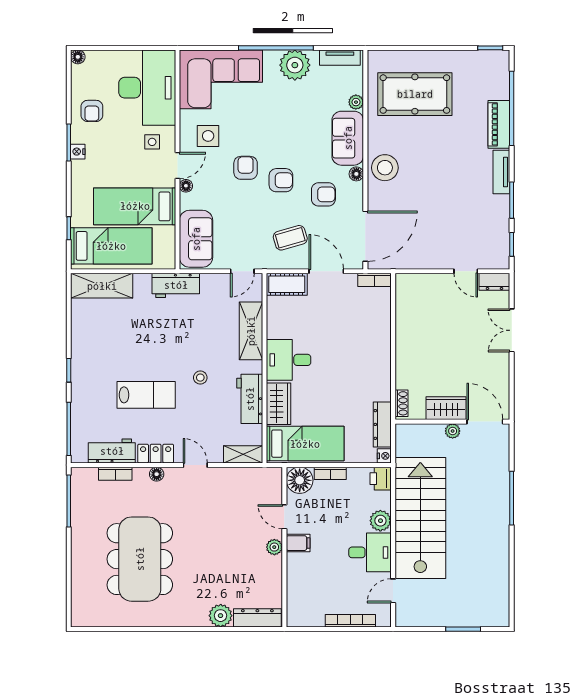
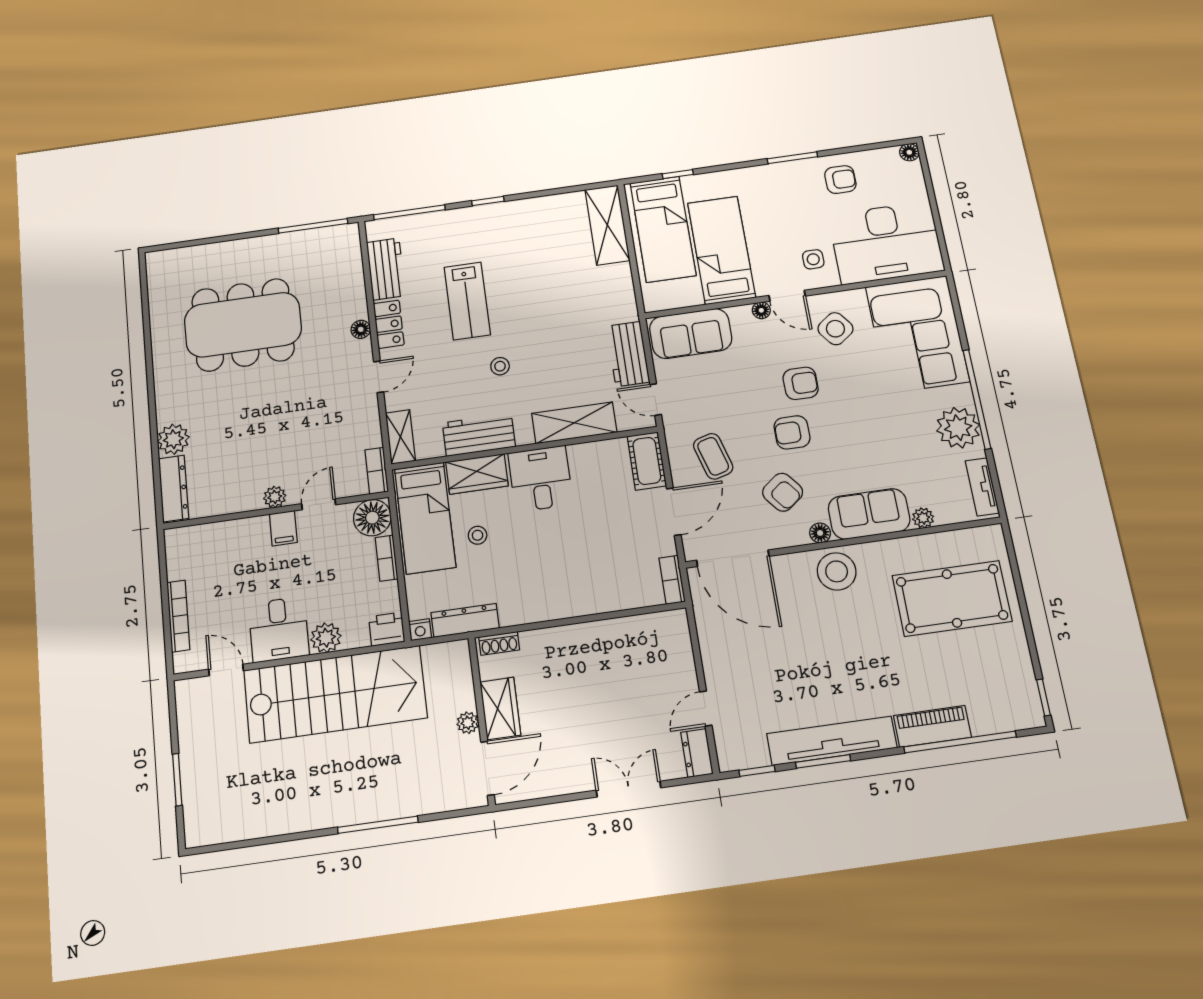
pool table: (415, 94) -> (952, 598), turned 90
armchair: (92, 111) -> (840, 180), turned 180
side table: (208, 136) -> (835, 329), turned -37
nightstand: (78, 152) -> (782, 170), removed
tv unit: (501, 172) -> (832, 741), width x1.92, depth x1.29
armchair: (281, 180) -> (792, 432), turned 90
armchair: (323, 194) -> (783, 492), turned -38
workbench: (176, 285) -> (628, 354), moved
stool: (323, 409) -> (478, 535), added
bookcase: (115, 474) -> (377, 471), moved

